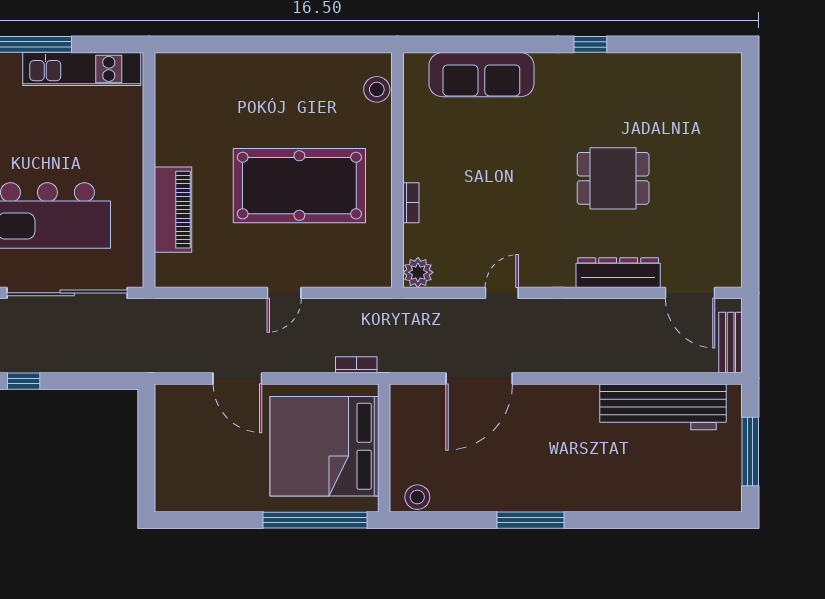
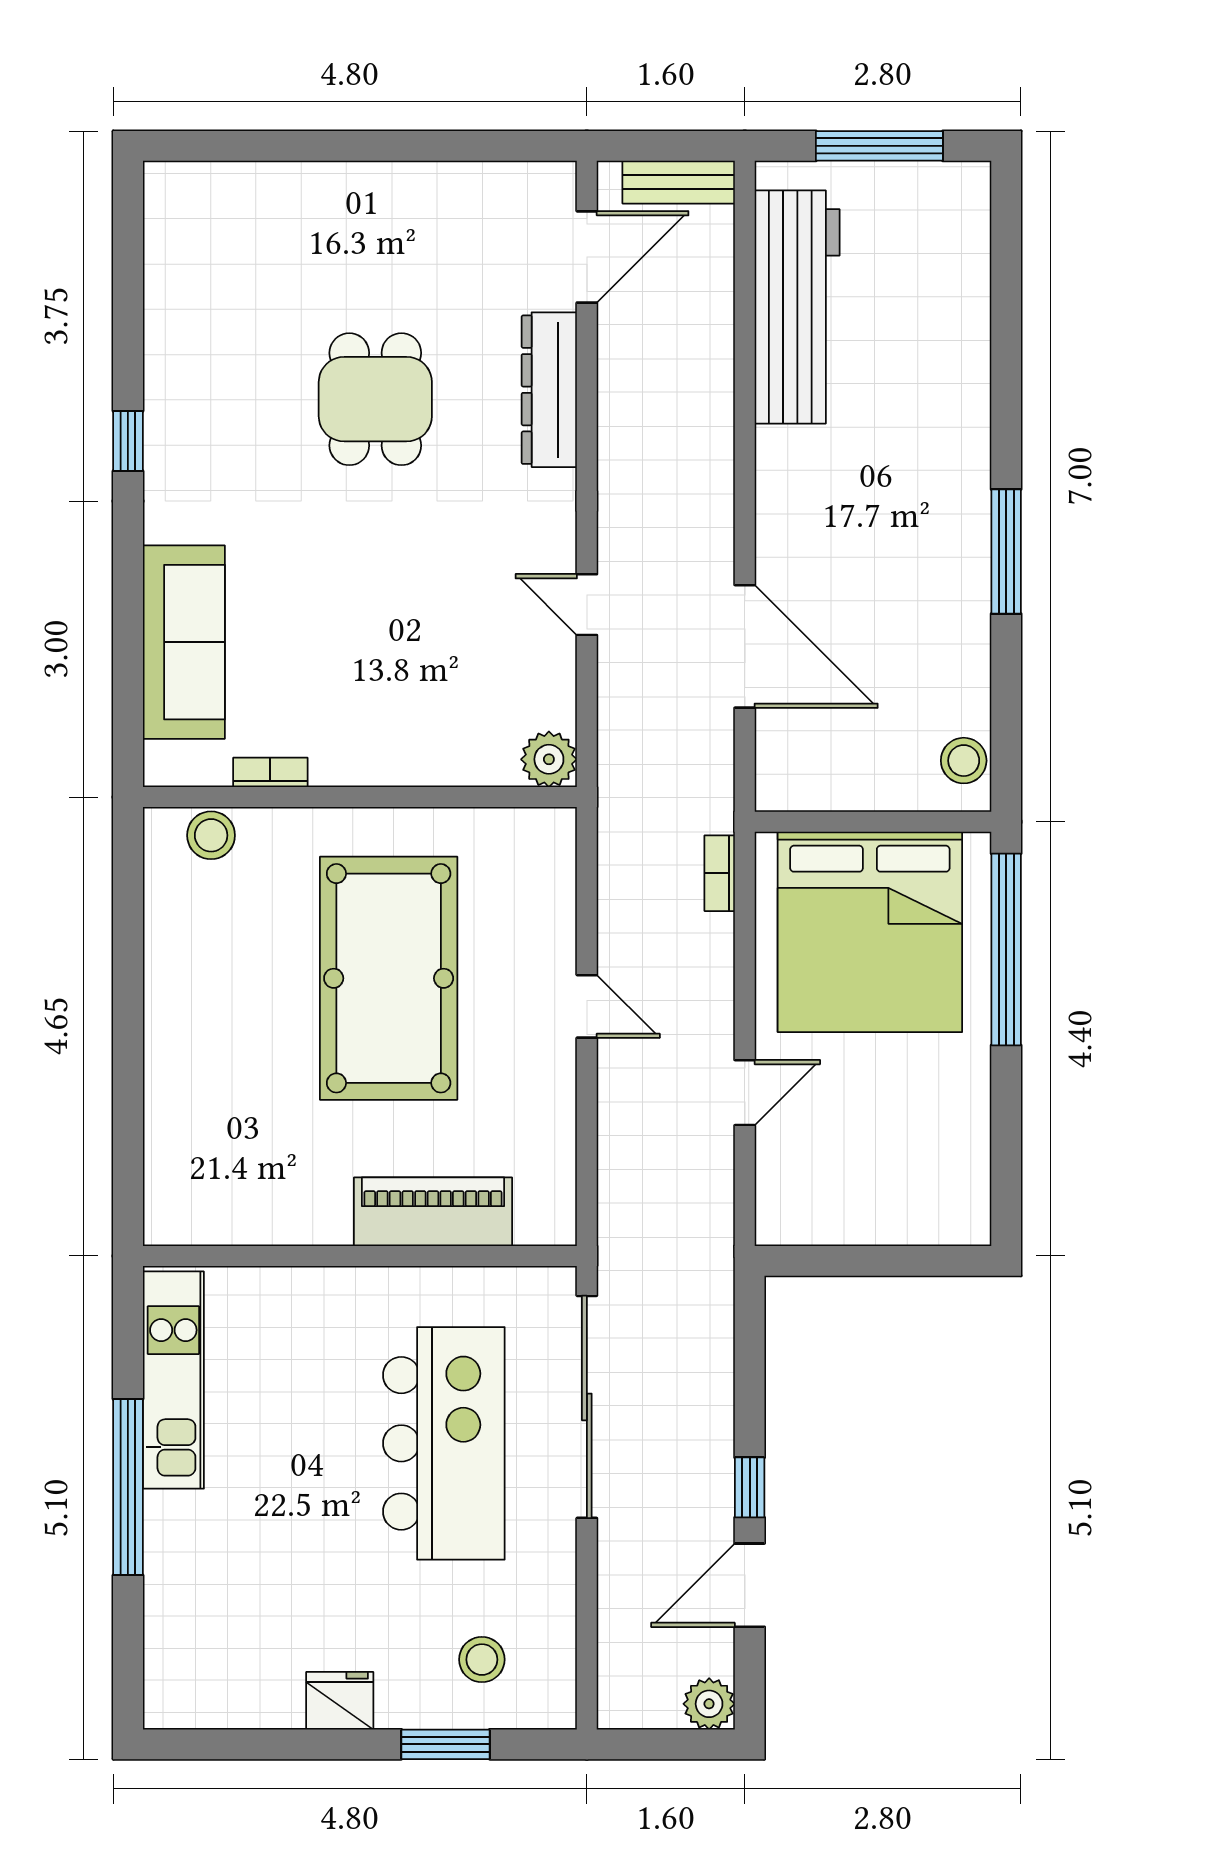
bookcase: (411, 203) -> (270, 772), moved
door: (237, 378) -> (745, 1093), width x0.73

